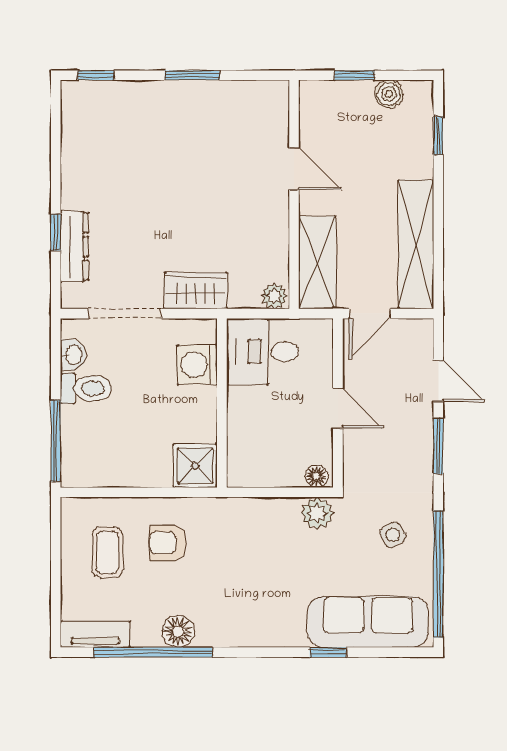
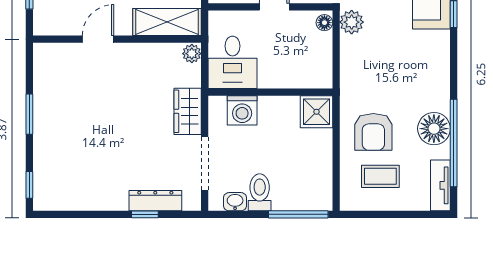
armchair: (168, 543) -> (373, 132), width x1.38, depth x1.38
floor lamp: (178, 631) -> (434, 129), width x1.38, depth x1.38

